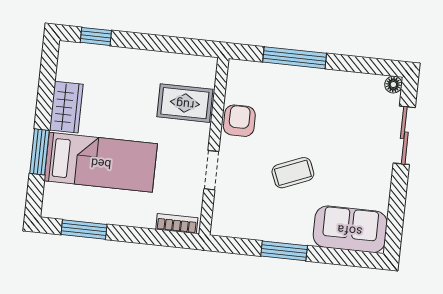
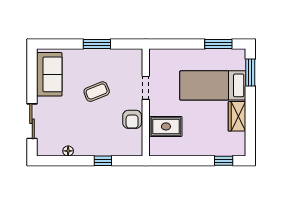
window: (295, 58) -> (103, 161), width x0.46
floor lamp: (393, 85) -> (68, 151), moved
window: (39, 152) -> (250, 72), moved
bookcase: (177, 224) -> (163, 54), removed
sofa: (350, 229) -> (49, 74), moved, turned -90

